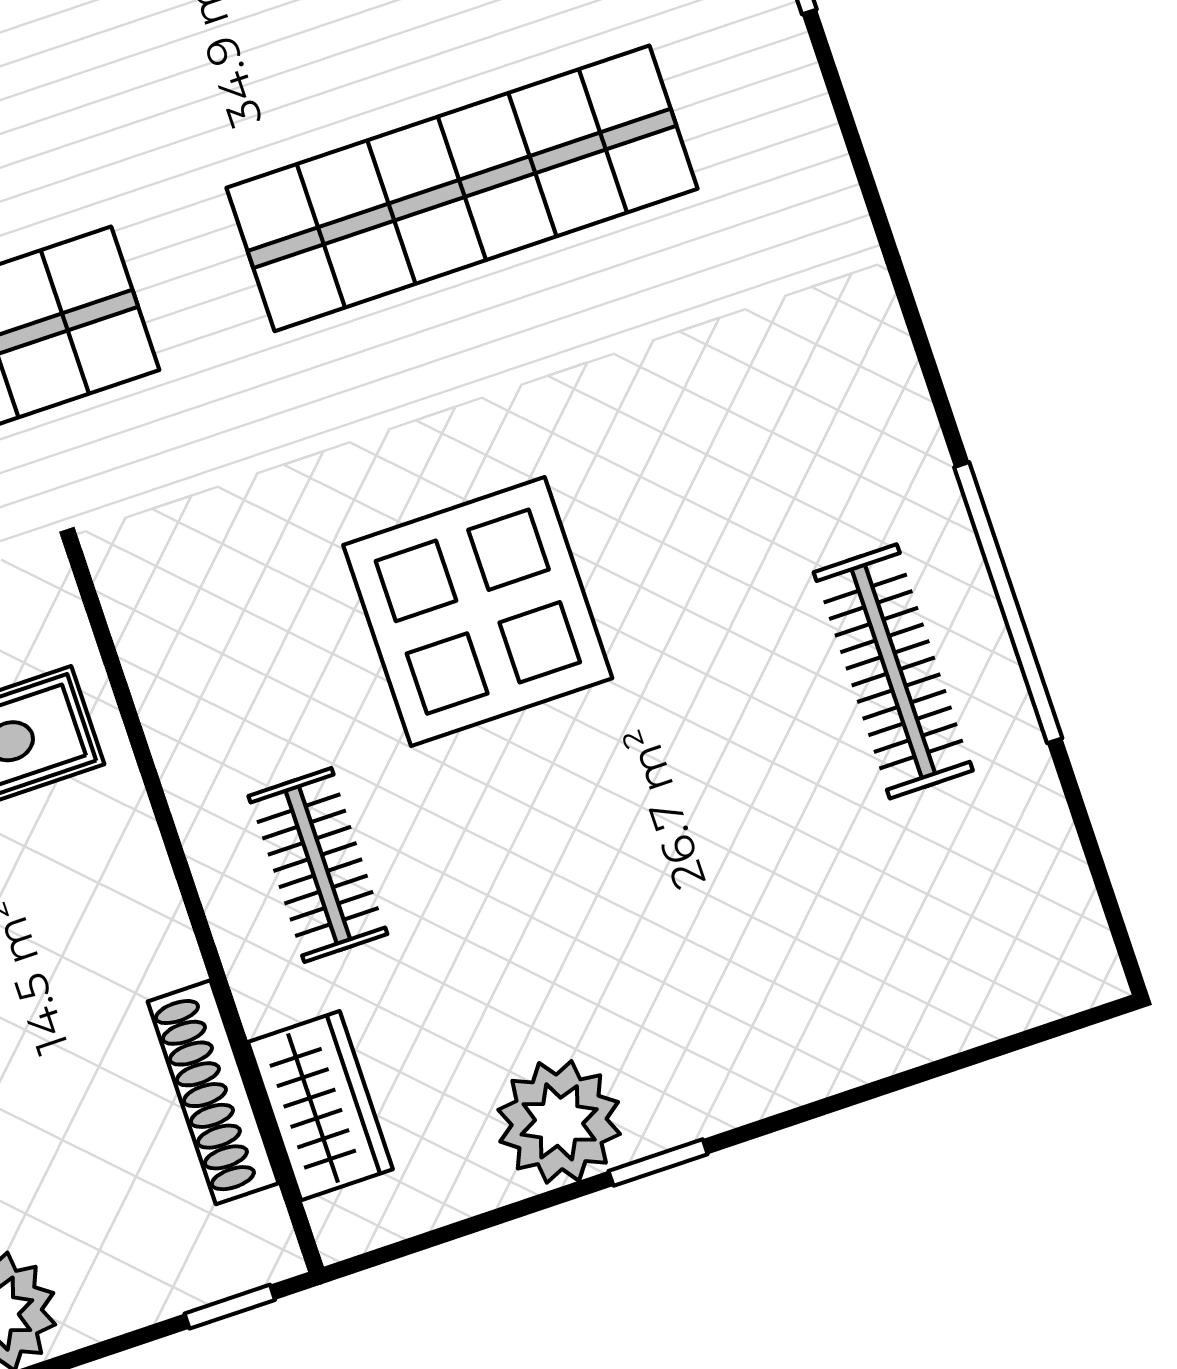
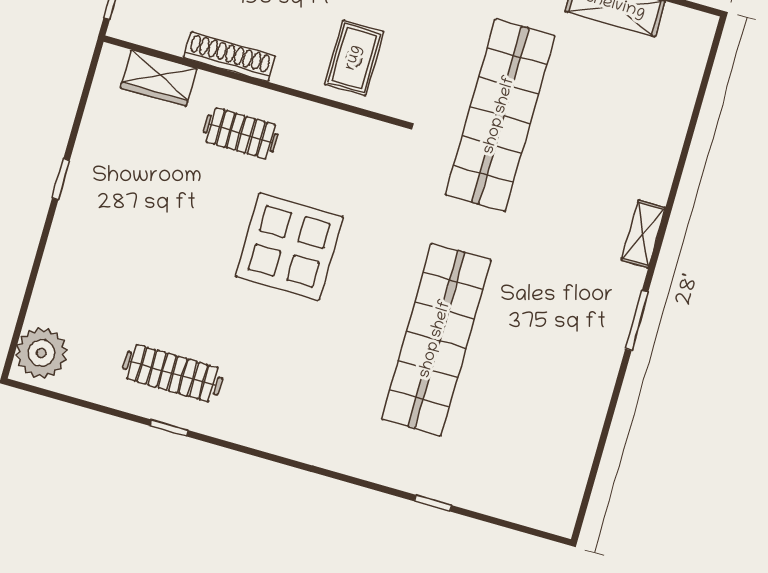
window: (1008, 603) -> (169, 428), width x0.32
shoe rack: (213, 1092) -> (229, 57), moved
plant: (559, 1122) -> (41, 353), moved

